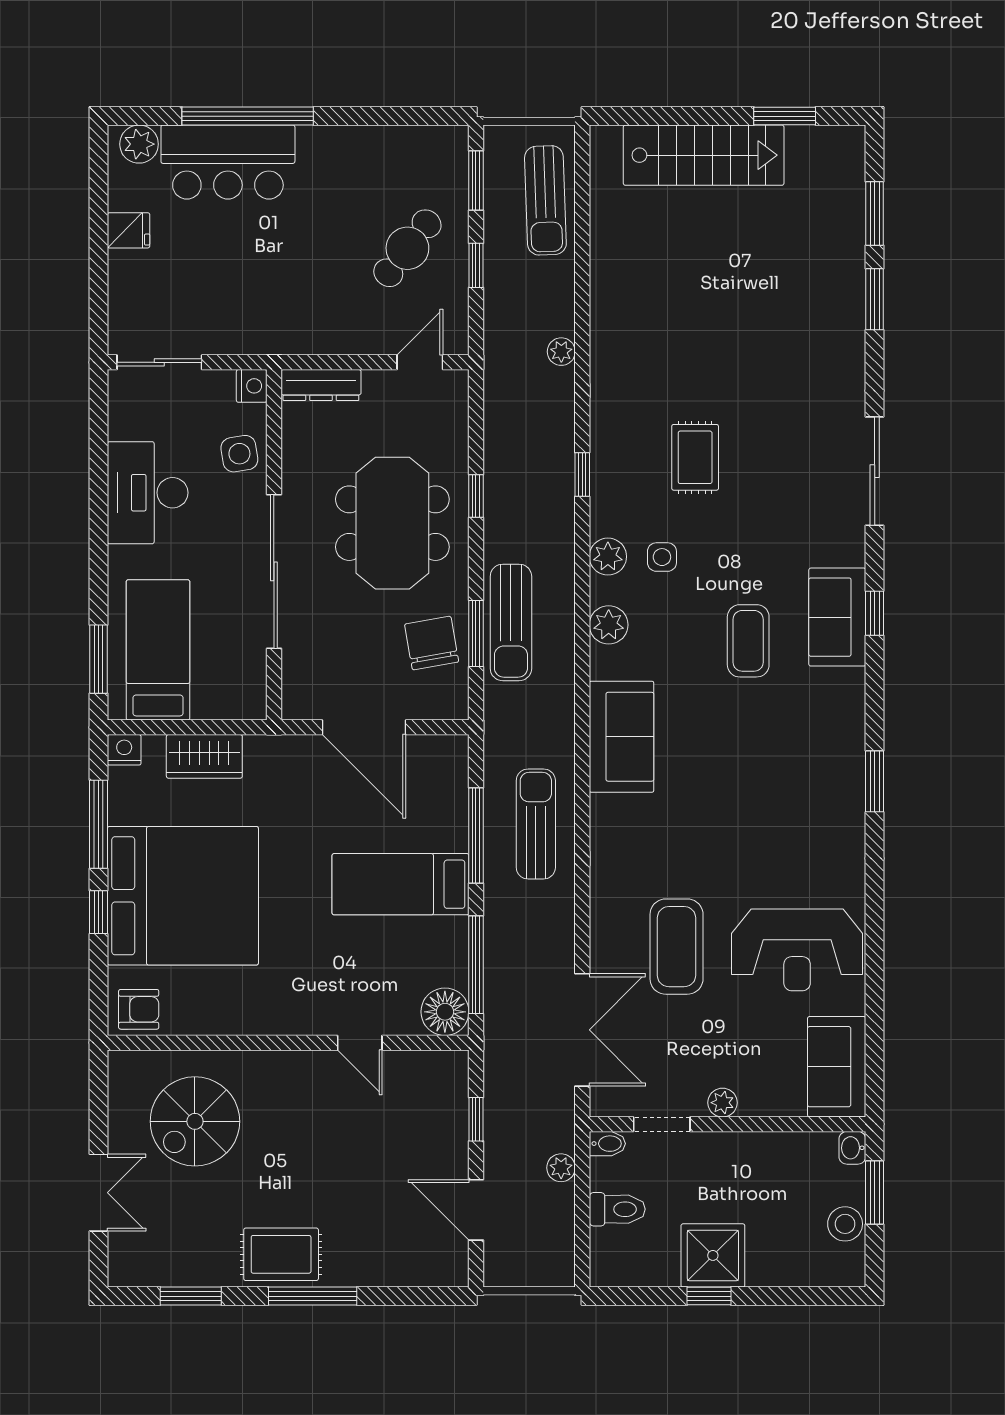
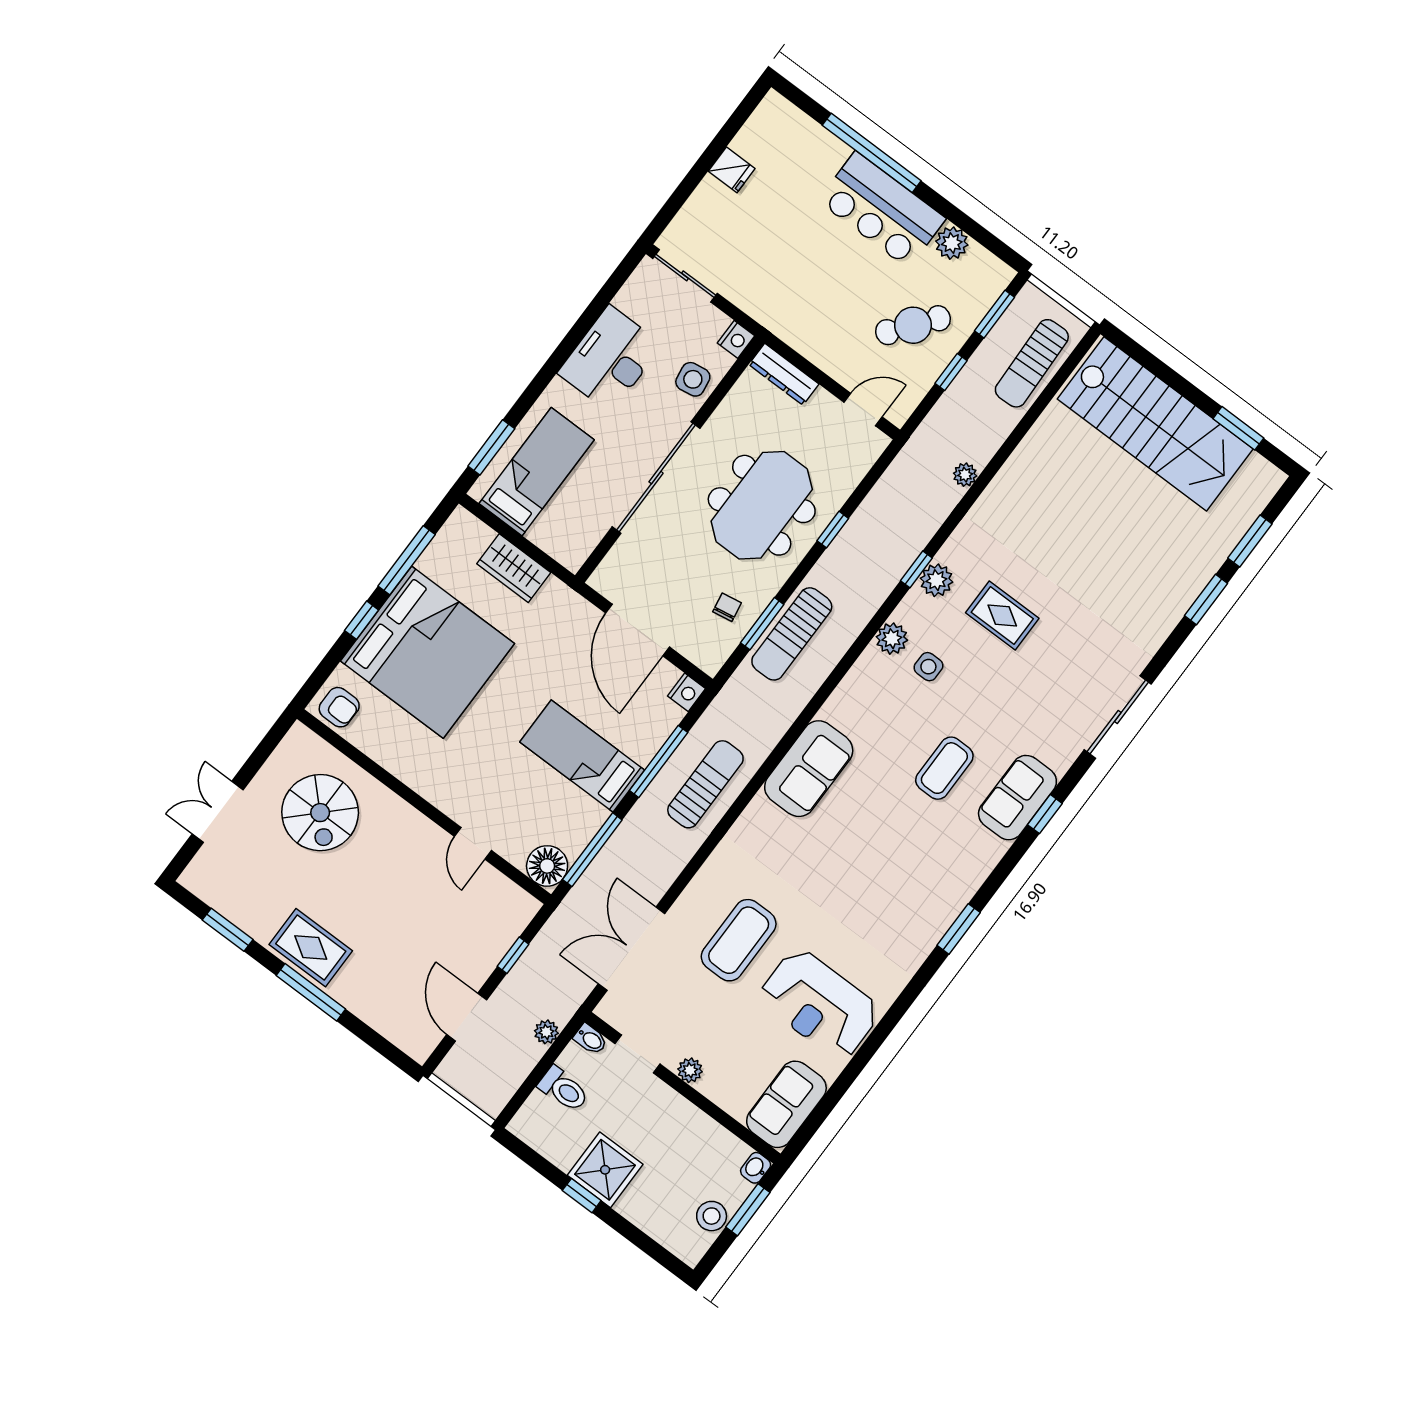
plant: (139, 144) -> (952, 243), moved
stairs: (704, 155) -> (1155, 424), width x1.36, depth x1.51
bar counter: (228, 162) -> (882, 210), moved
rug: (695, 457) -> (1002, 616), turned 90
plant: (609, 625) -> (936, 580), moved
chair: (432, 643) -> (727, 607), width x0.54, depth x0.54
nightstand: (124, 750) -> (686, 692), moved, turned 90
double door: (582, 1030) -> (632, 949), swing flipped
spiral stairs: (195, 1121) -> (320, 813), turned -90
double door: (99, 1193) -> (218, 812), swing flipped

